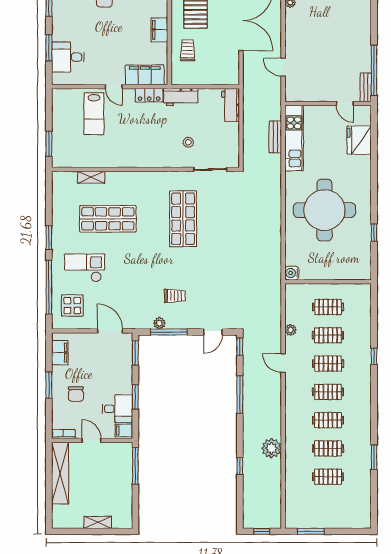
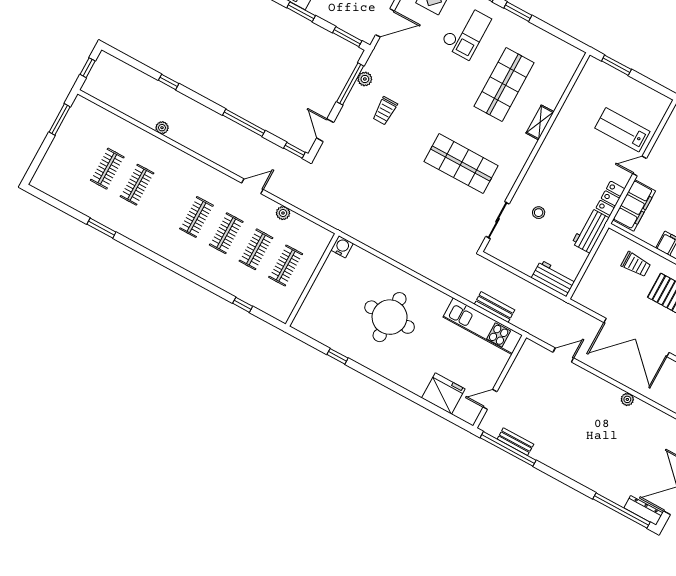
bench: (366, 87) -> (515, 442), moved
shelving: (91, 177) -> (540, 122), moved
round table: (324, 210) -> (390, 317), width x0.73, depth x0.73
window: (374, 356) -> (243, 305), moved
clothes rail: (328, 420) -> (167, 201), removed
plant: (271, 448) -> (162, 128), width x0.53, depth x0.53

